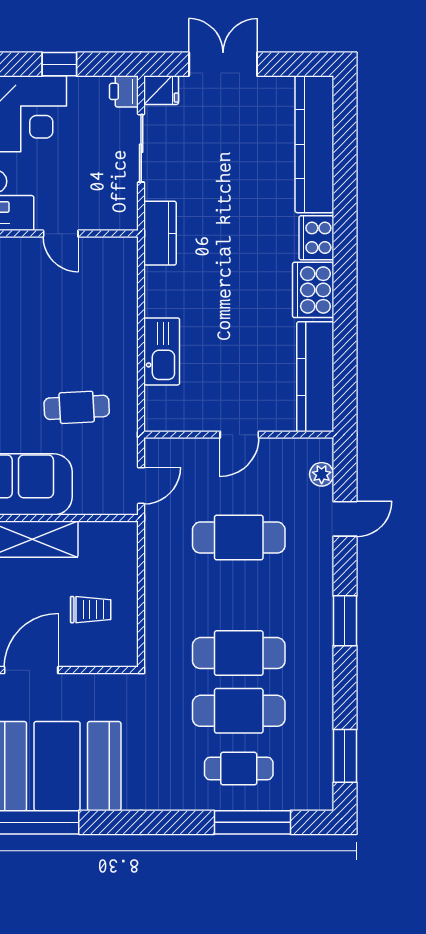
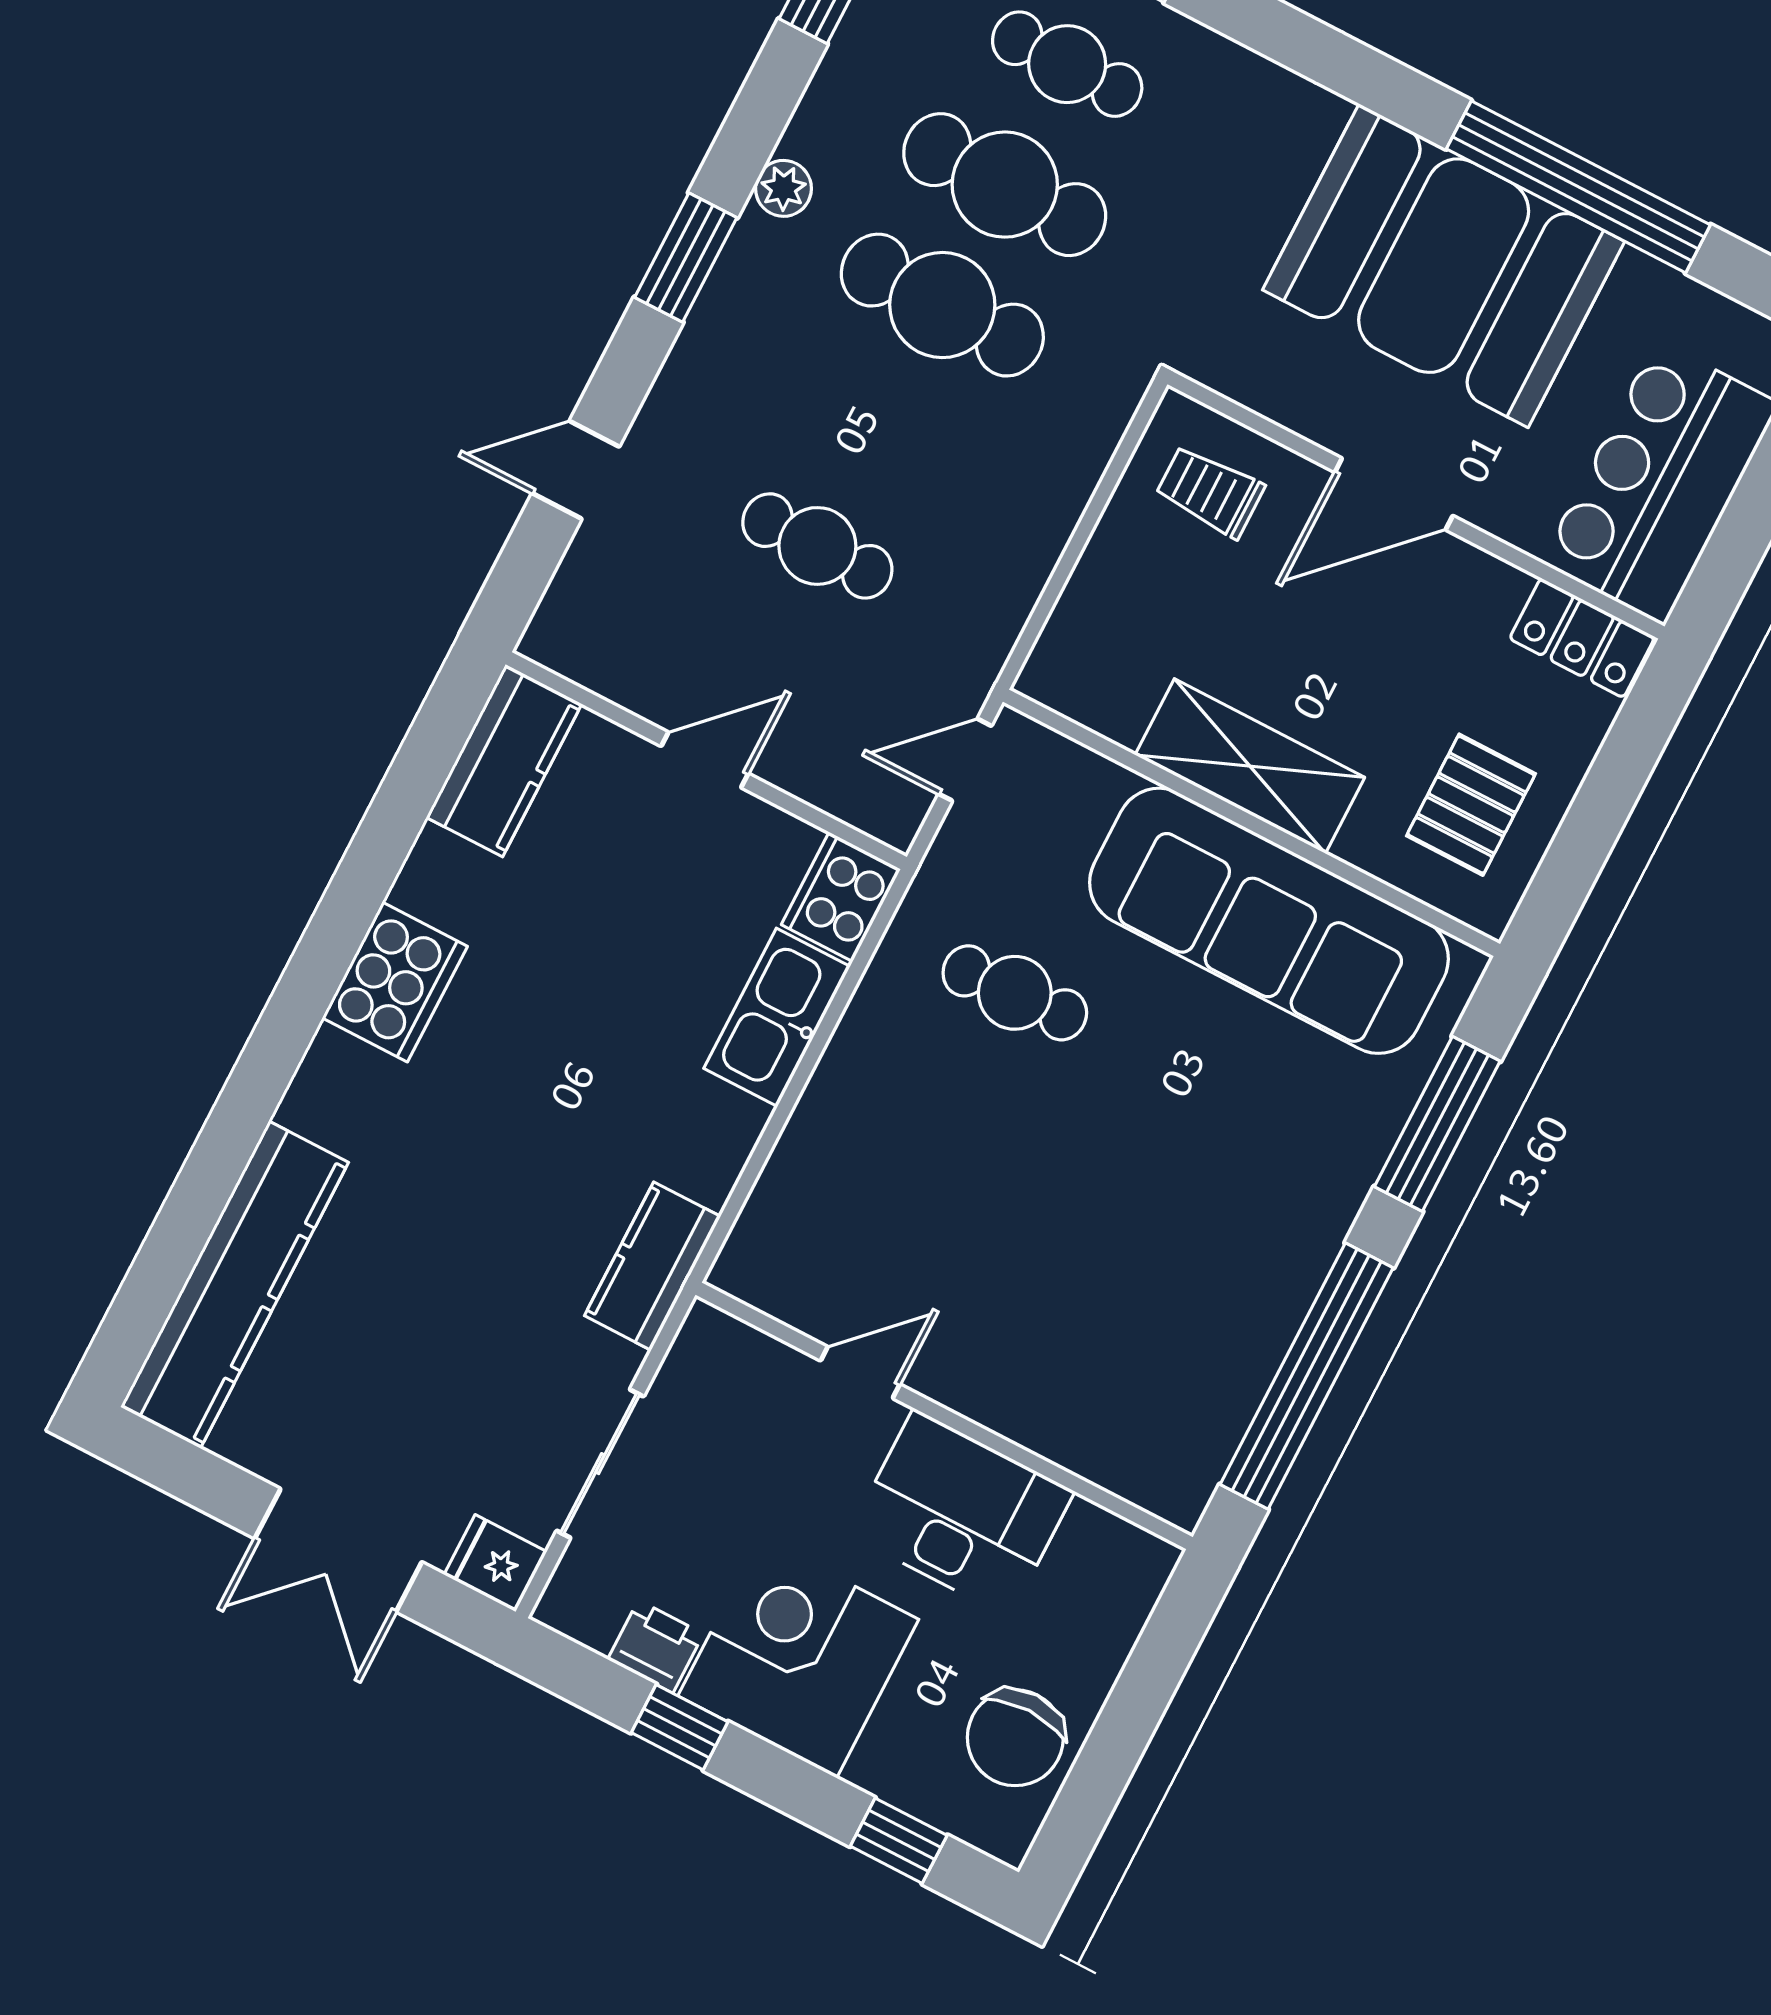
printer: (124, 91) -> (656, 1646), moved, turned -90
door: (61, 234) -> (860, 1372), hinge flipped
cooker: (316, 238) -> (841, 897), moved, turned 180
kitchen counter: (315, 377) -> (504, 761), width x0.67
plant: (322, 474) -> (783, 188), moved
cafe table: (239, 538) -> (817, 546), width x0.73, depth x0.74
trolley: (91, 610) -> (1210, 491), moved

